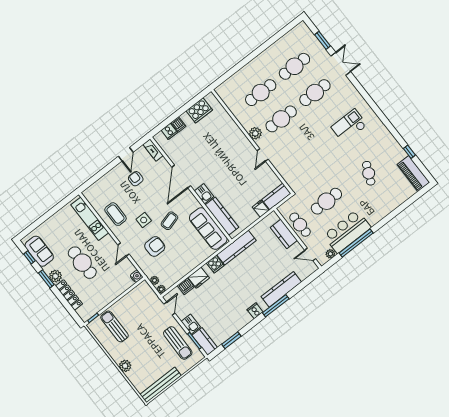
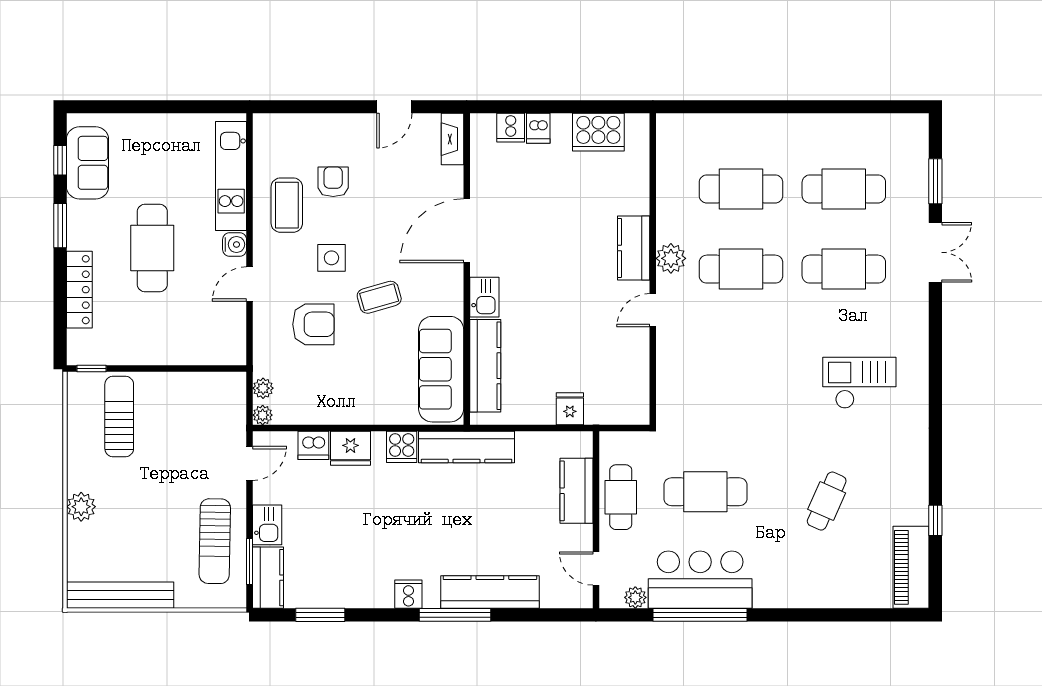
armchair: (136, 179) -> (333, 182), moved
kitchen counter: (276, 196) -> (634, 248), moved, turned -90
plant: (55, 276) -> (82, 234), removed
water cooler: (136, 276) -> (235, 244), moved

